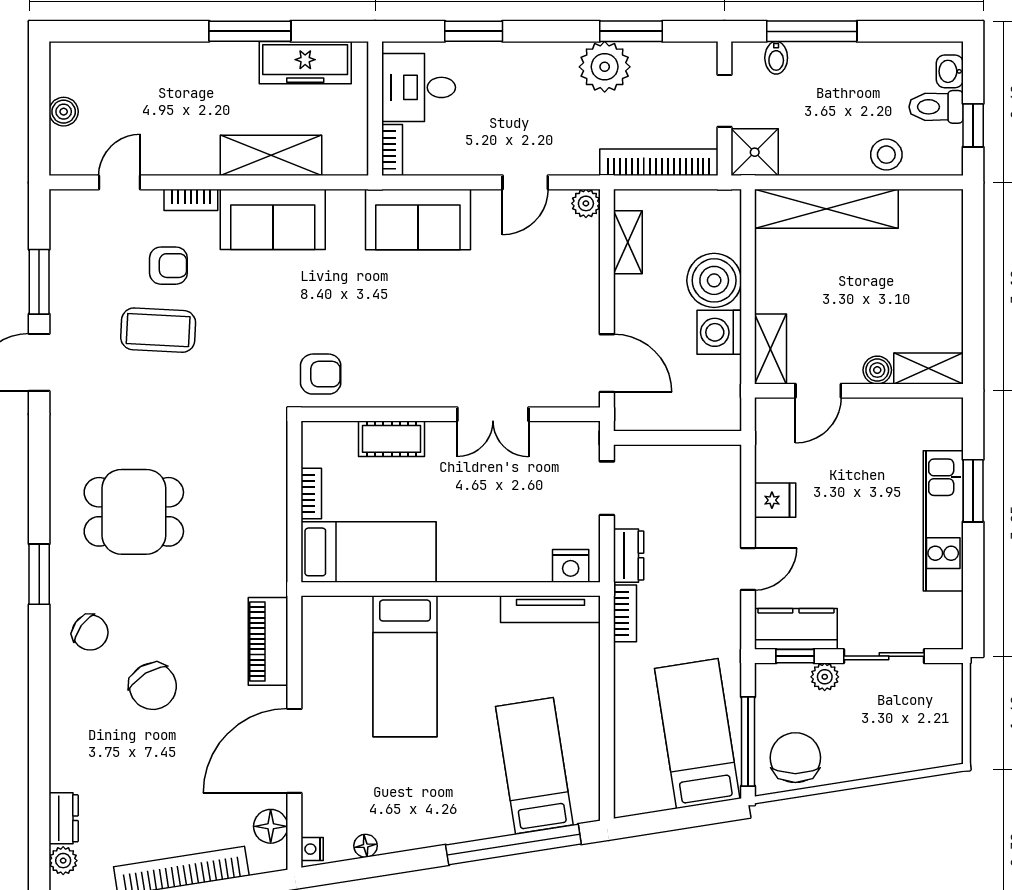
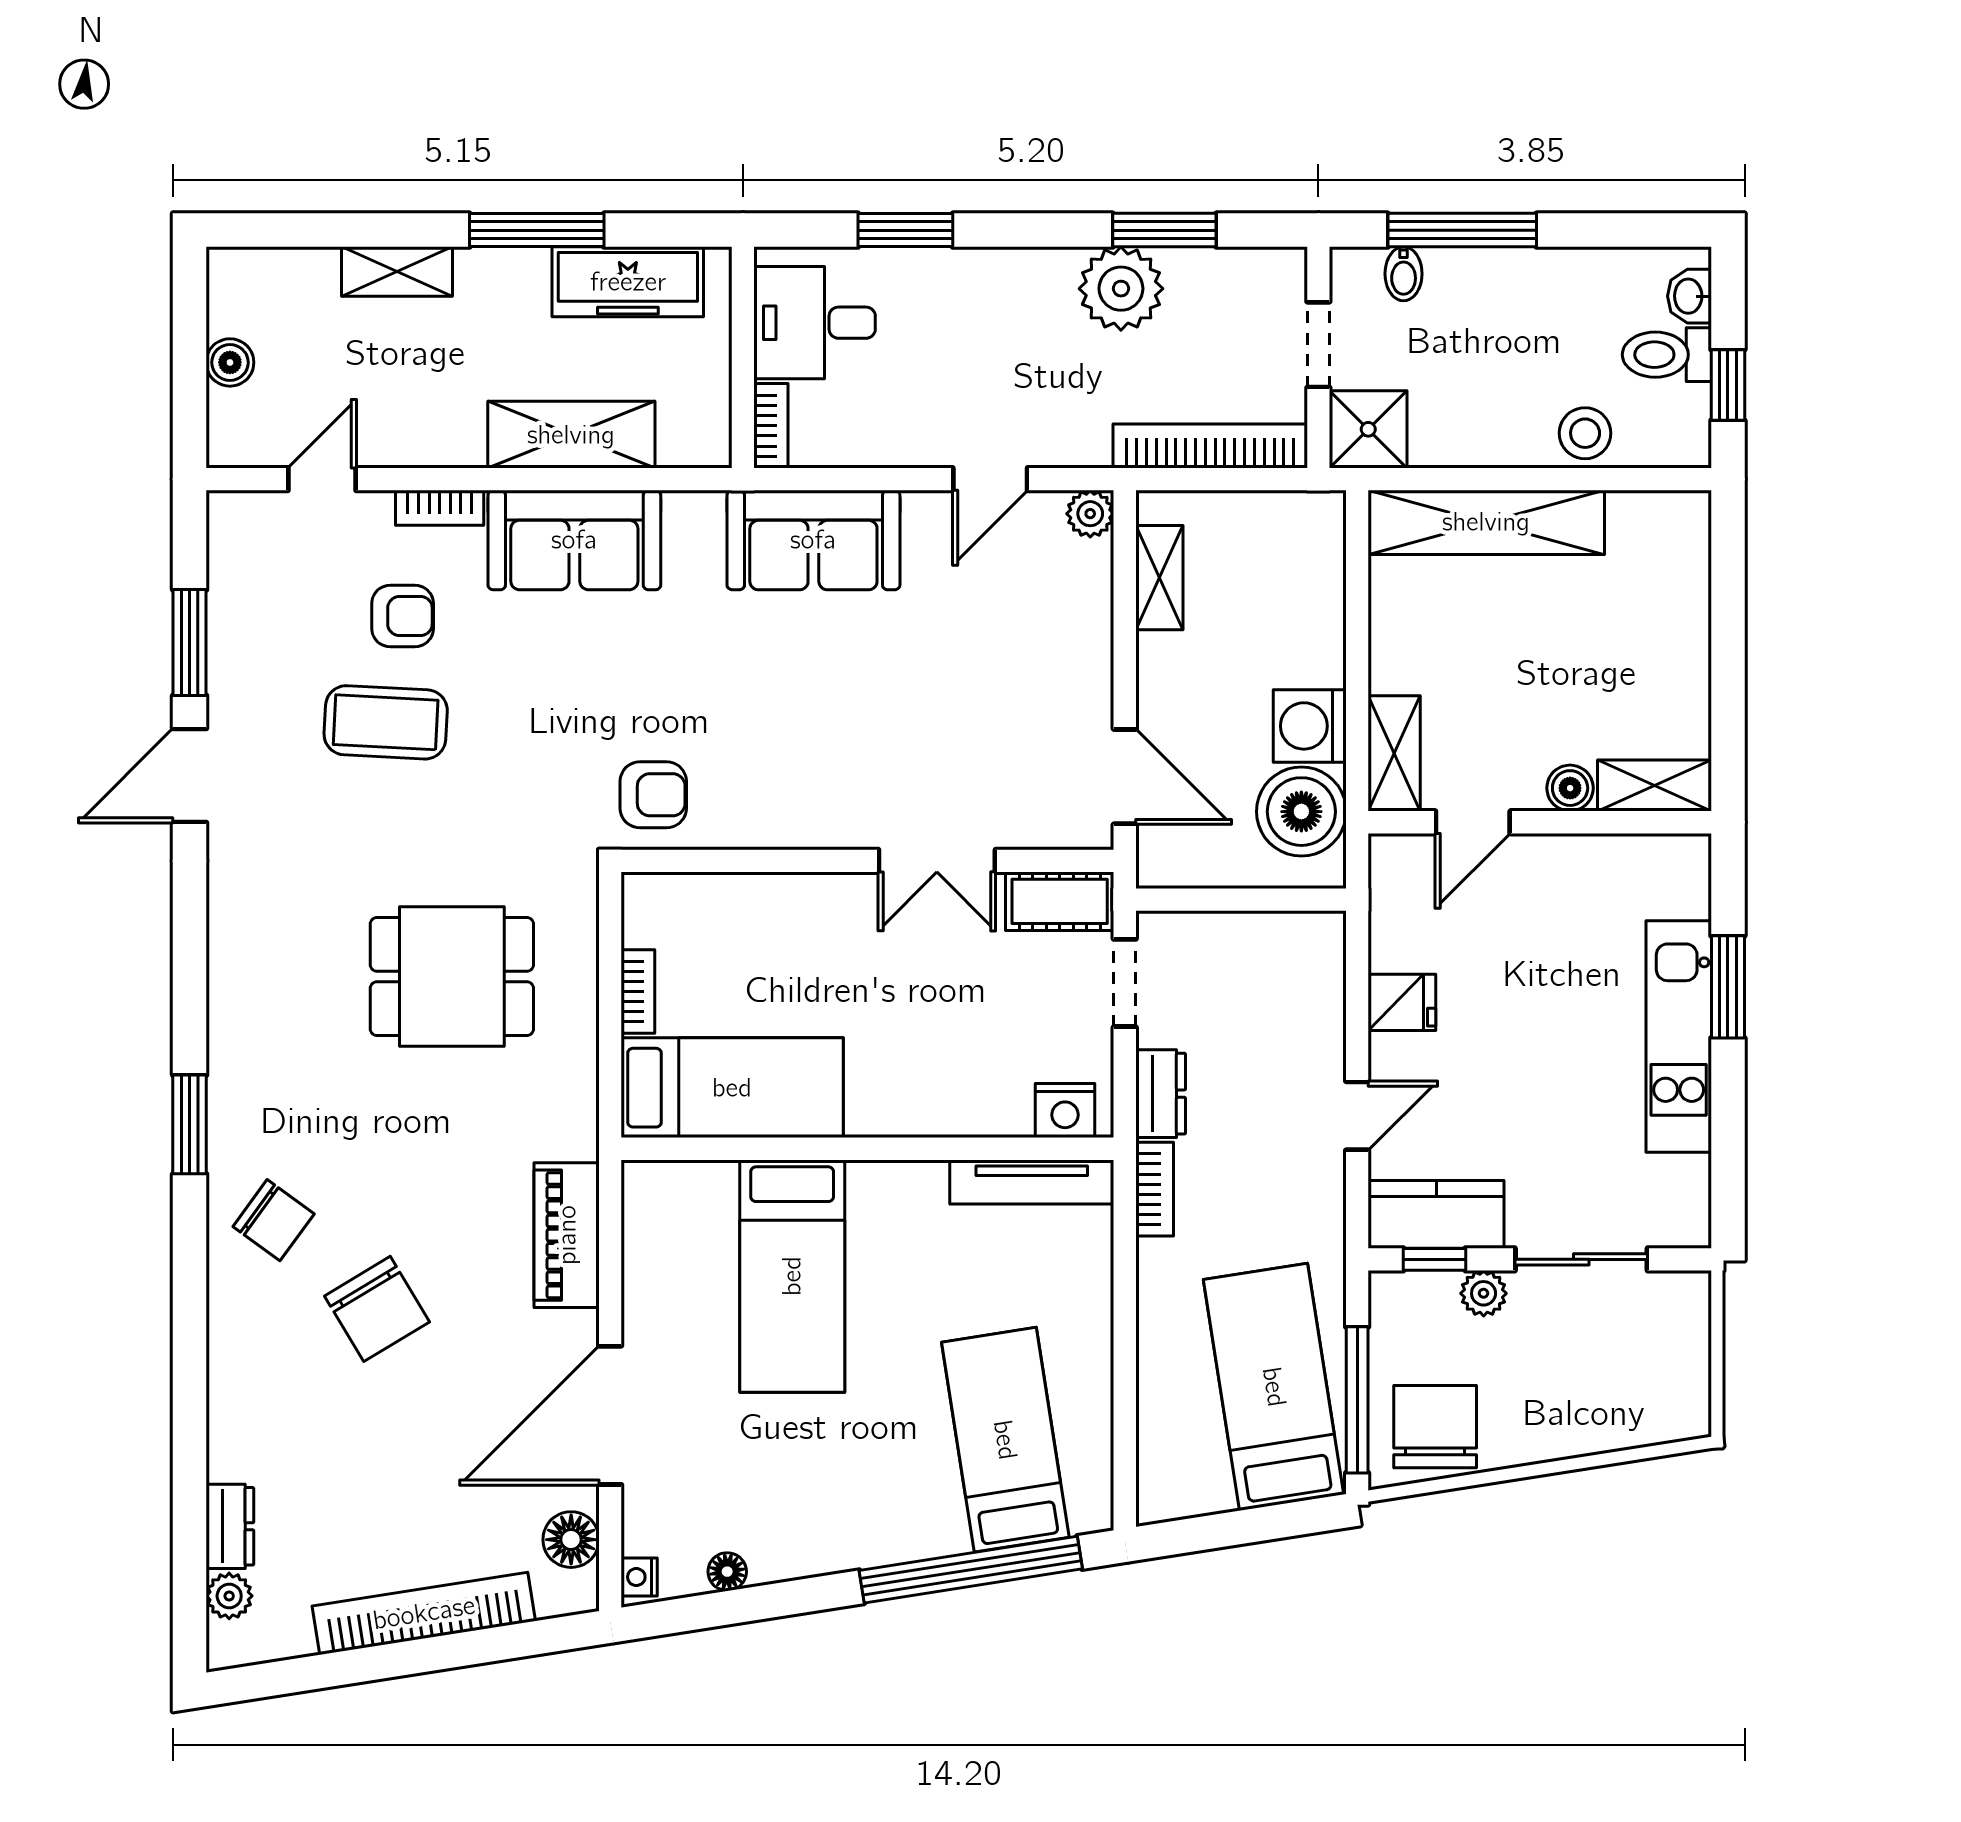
shelving: (165, 56) -> (397, 272), added
boiler: (714, 280) -> (1301, 812), moved
cot: (392, 439) -> (1060, 901), moved
dining table: (134, 512) -> (452, 976), moved

